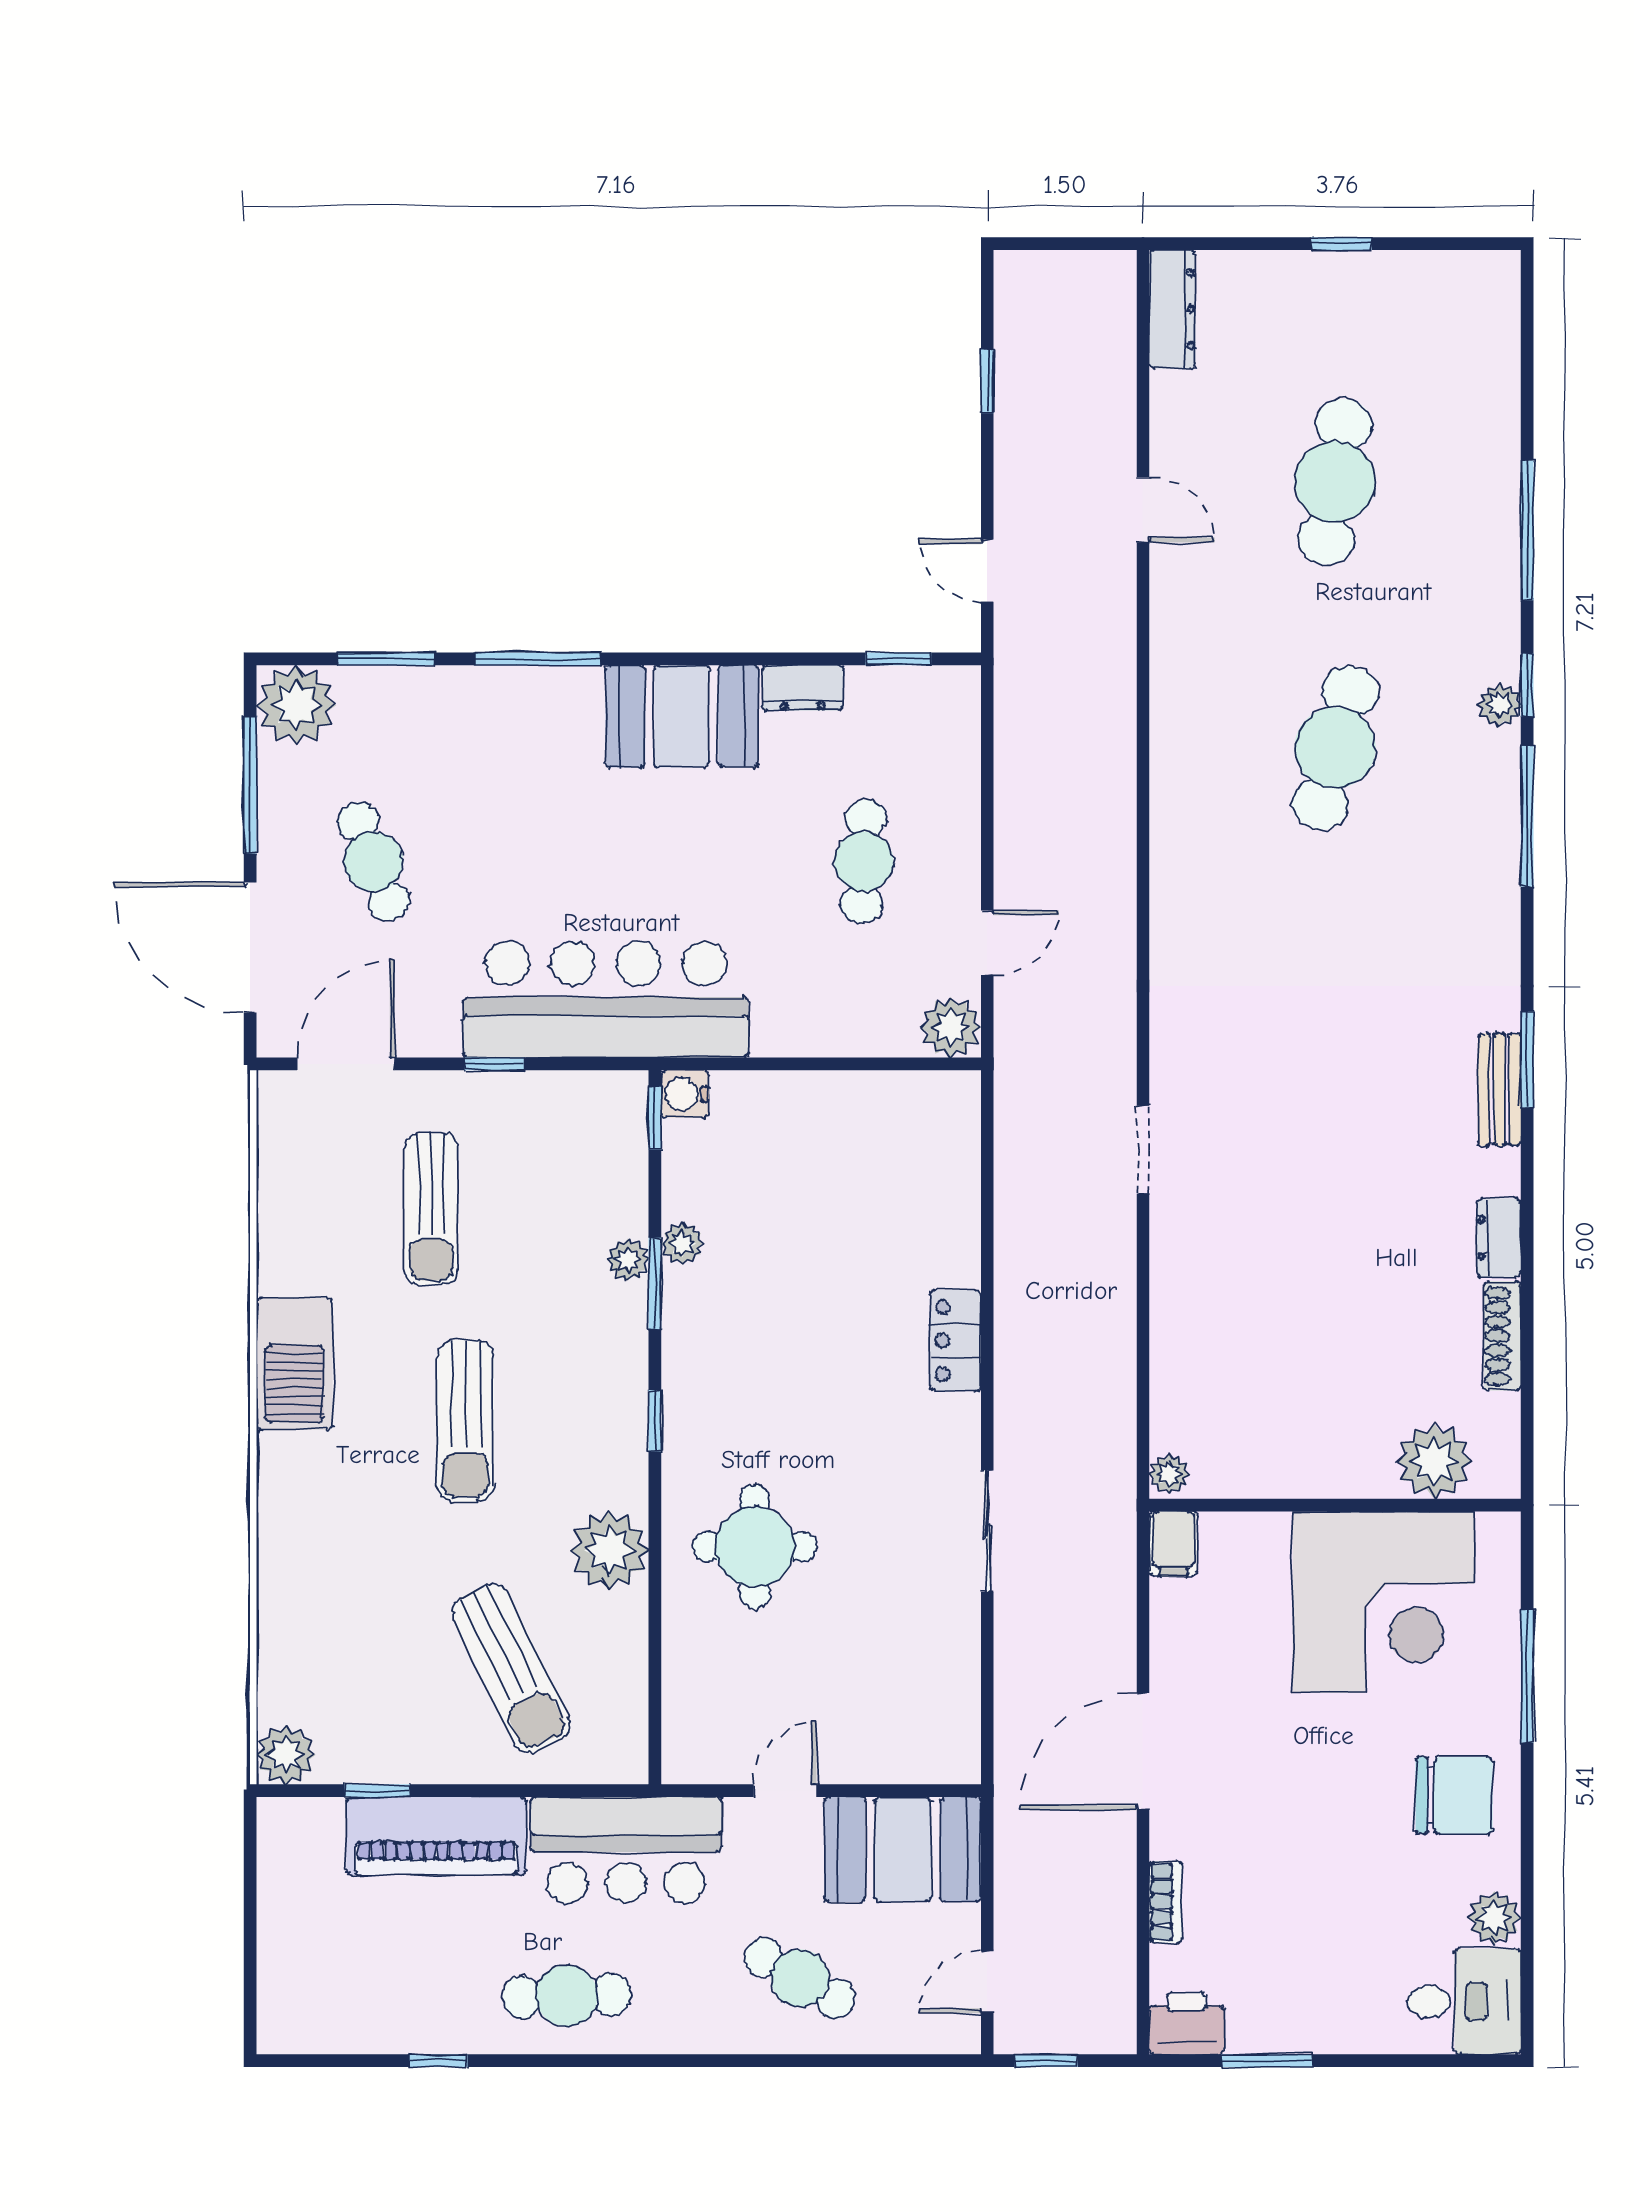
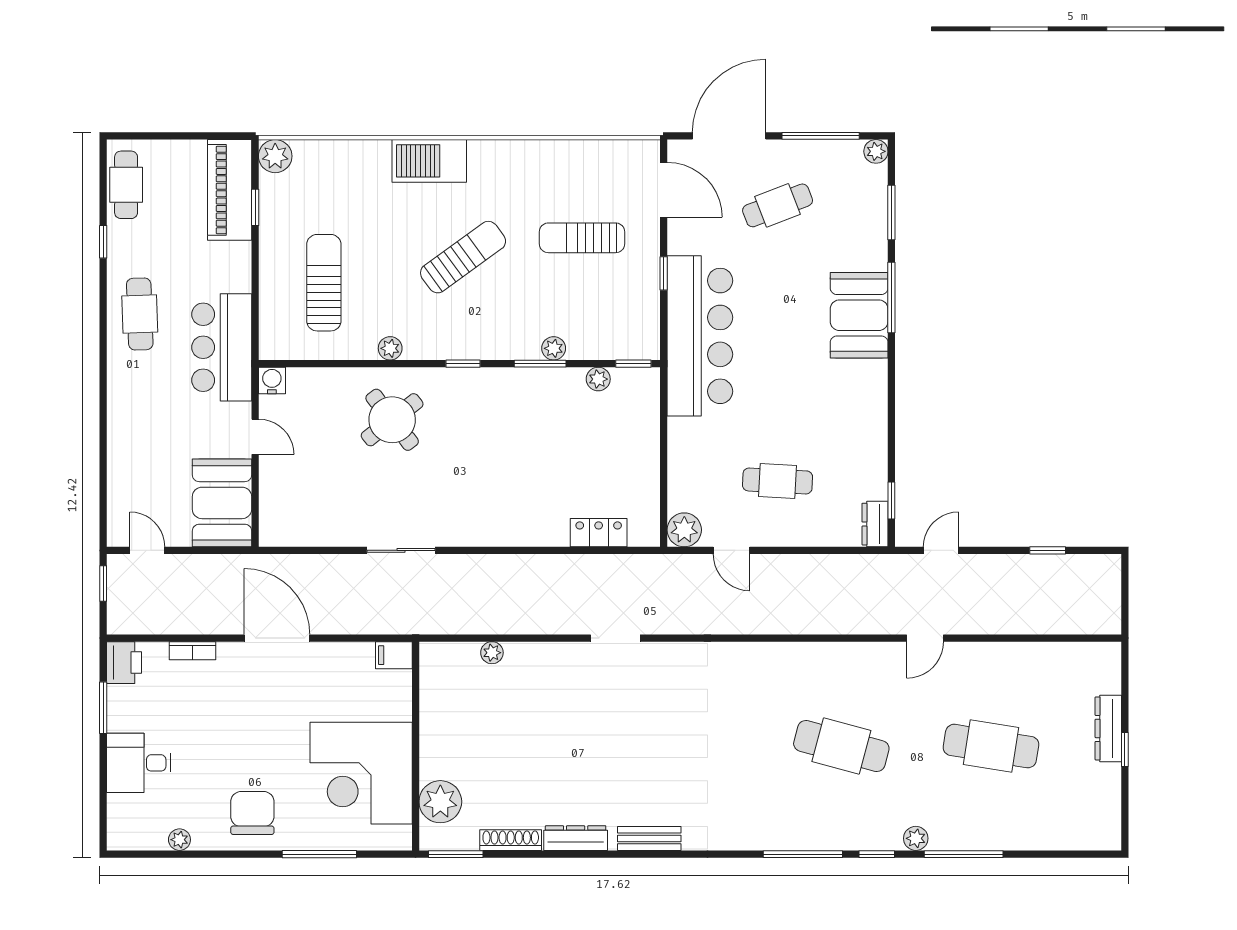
dresser: (1172, 309) -> (1108, 728), moved, turned 90
door: (1143, 510) -> (925, 638), moved
dresser: (803, 688) -> (875, 524), moved
plant: (296, 705) -> (876, 151), width x0.53, depth x0.53
plant: (1499, 705) -> (916, 838), moved
booth: (682, 716) -> (859, 315), moved
window: (1527, 1060) -> (456, 854), moved
water cooler: (685, 1094) -> (272, 380), moved
dresser: (1499, 1238) -> (576, 838), width x1.44
plant: (682, 1244) -> (598, 379), moved
locker: (956, 1340) -> (599, 533), moved
barbecue: (294, 1364) -> (429, 161), moved
sun lounger: (466, 1421) -> (463, 257), turned 144
plant: (1169, 1474) -> (492, 653), moved
round table: (755, 1547) -> (392, 420), turned -38
plant: (609, 1550) -> (390, 348), width x0.53, depth x0.53
sun lounger: (511, 1668) -> (324, 283), turned 116
chair: (1454, 1795) -> (252, 813), turned 180
piano: (436, 1836) -> (230, 190), moved
plant: (1494, 1918) -> (179, 840), width x0.73, depth x0.73
cafe table: (800, 1978) -> (126, 185), moved, turned -30
desk: (1464, 2002) -> (139, 763), moved, turned 90

